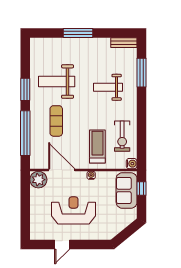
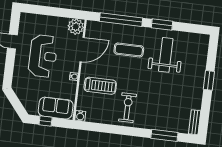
window: (78, 33) -> (209, 80), width x0.69
weight bench: (108, 87) -> (155, 102), removed
exercise bike: (122, 136) -> (128, 108), moved, turned 90
window: (142, 189) -> (46, 121), moved

